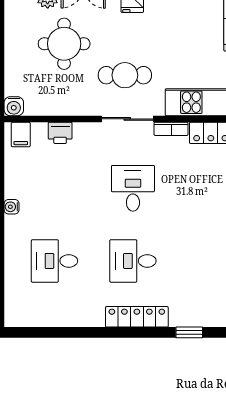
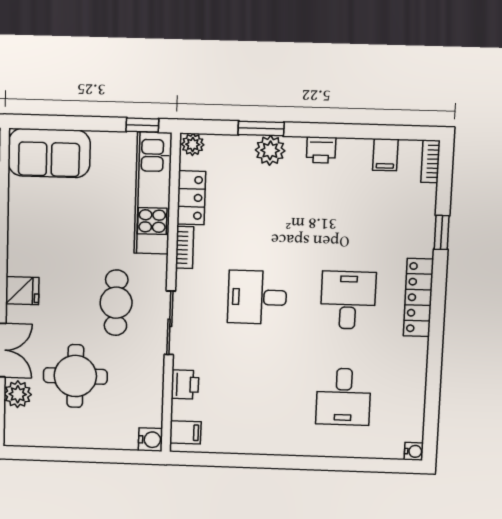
sliding door: (127, 119) -> (170, 323), moved
water cooler: (12, 207) -> (414, 451), moved, turned -90
desk: (133, 261) -> (348, 300), turned 180

